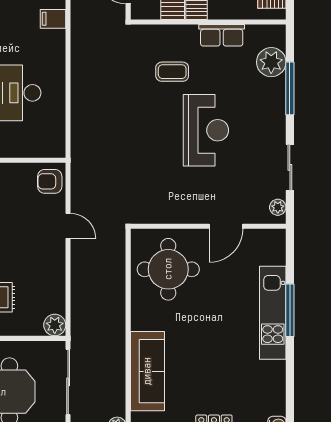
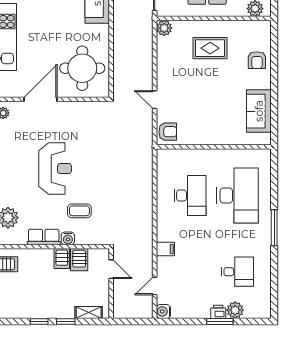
water cooler: (188, 34) -> (68, 238), added
reception desk: (206, 130) -> (55, 169), turned 180
door: (226, 226) -> (41, 99), width x1.36

